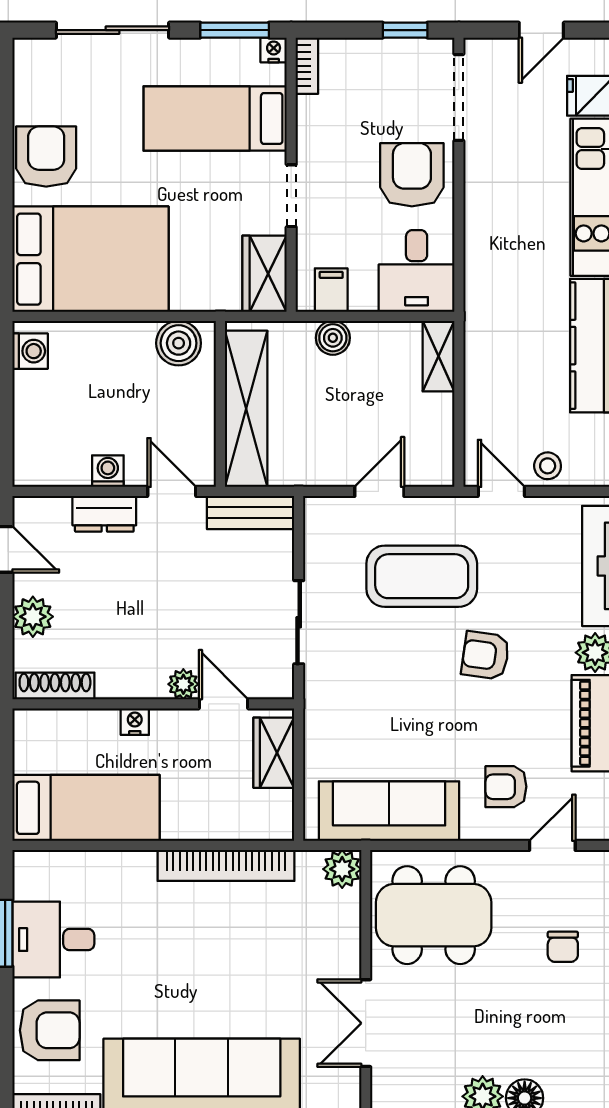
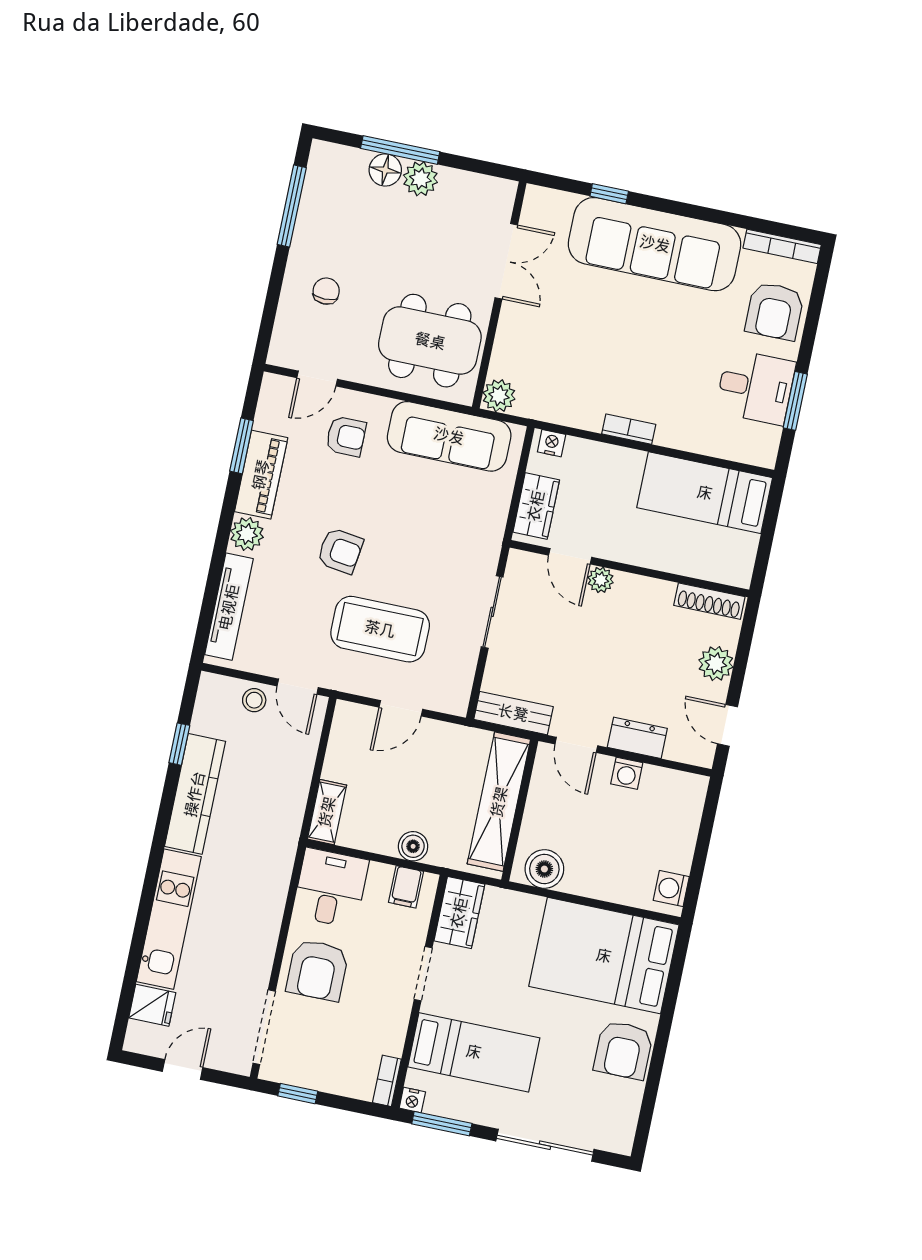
nightstand: (135, 722) -> (552, 443), moved, turned 180
bookcase: (226, 865) -> (629, 429), width x0.43, depth x0.76
armchair: (50, 1030) -> (775, 311), turned -90

